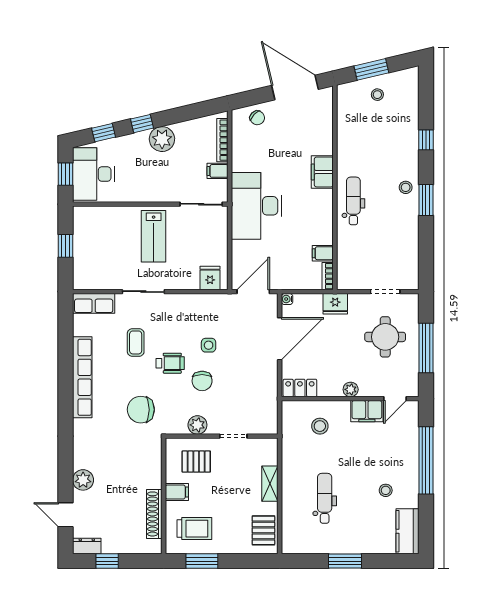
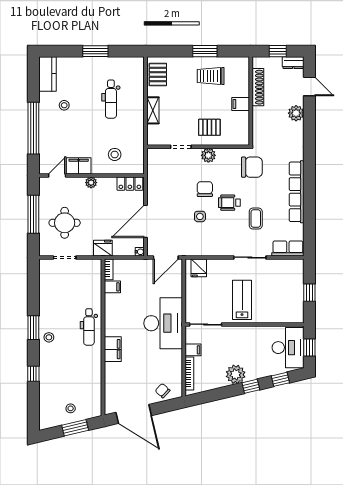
filing cabinet: (177, 492) -> (241, 104), moved
wall: (164, 496) -> (251, 101), moved
shoe rack: (154, 514) -> (258, 87), moved

